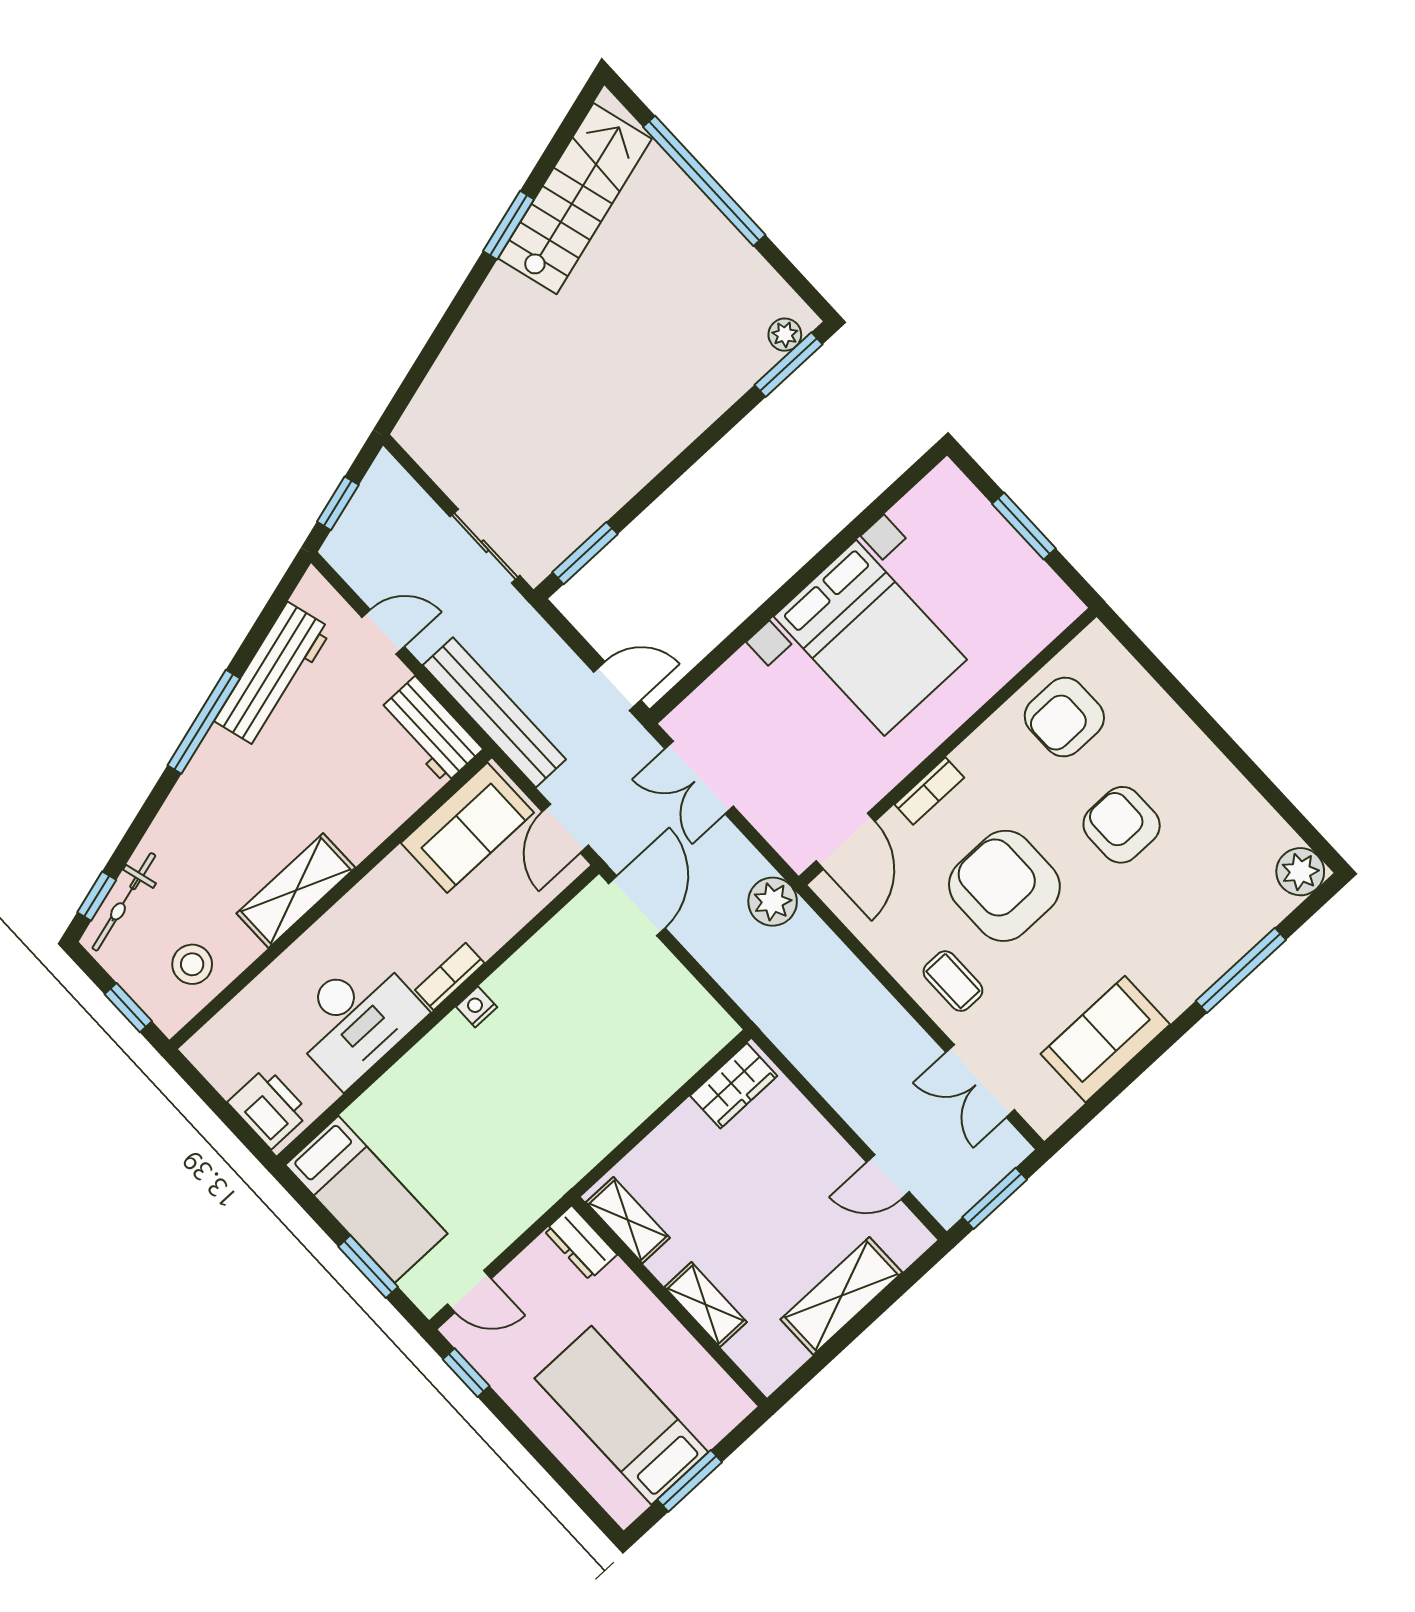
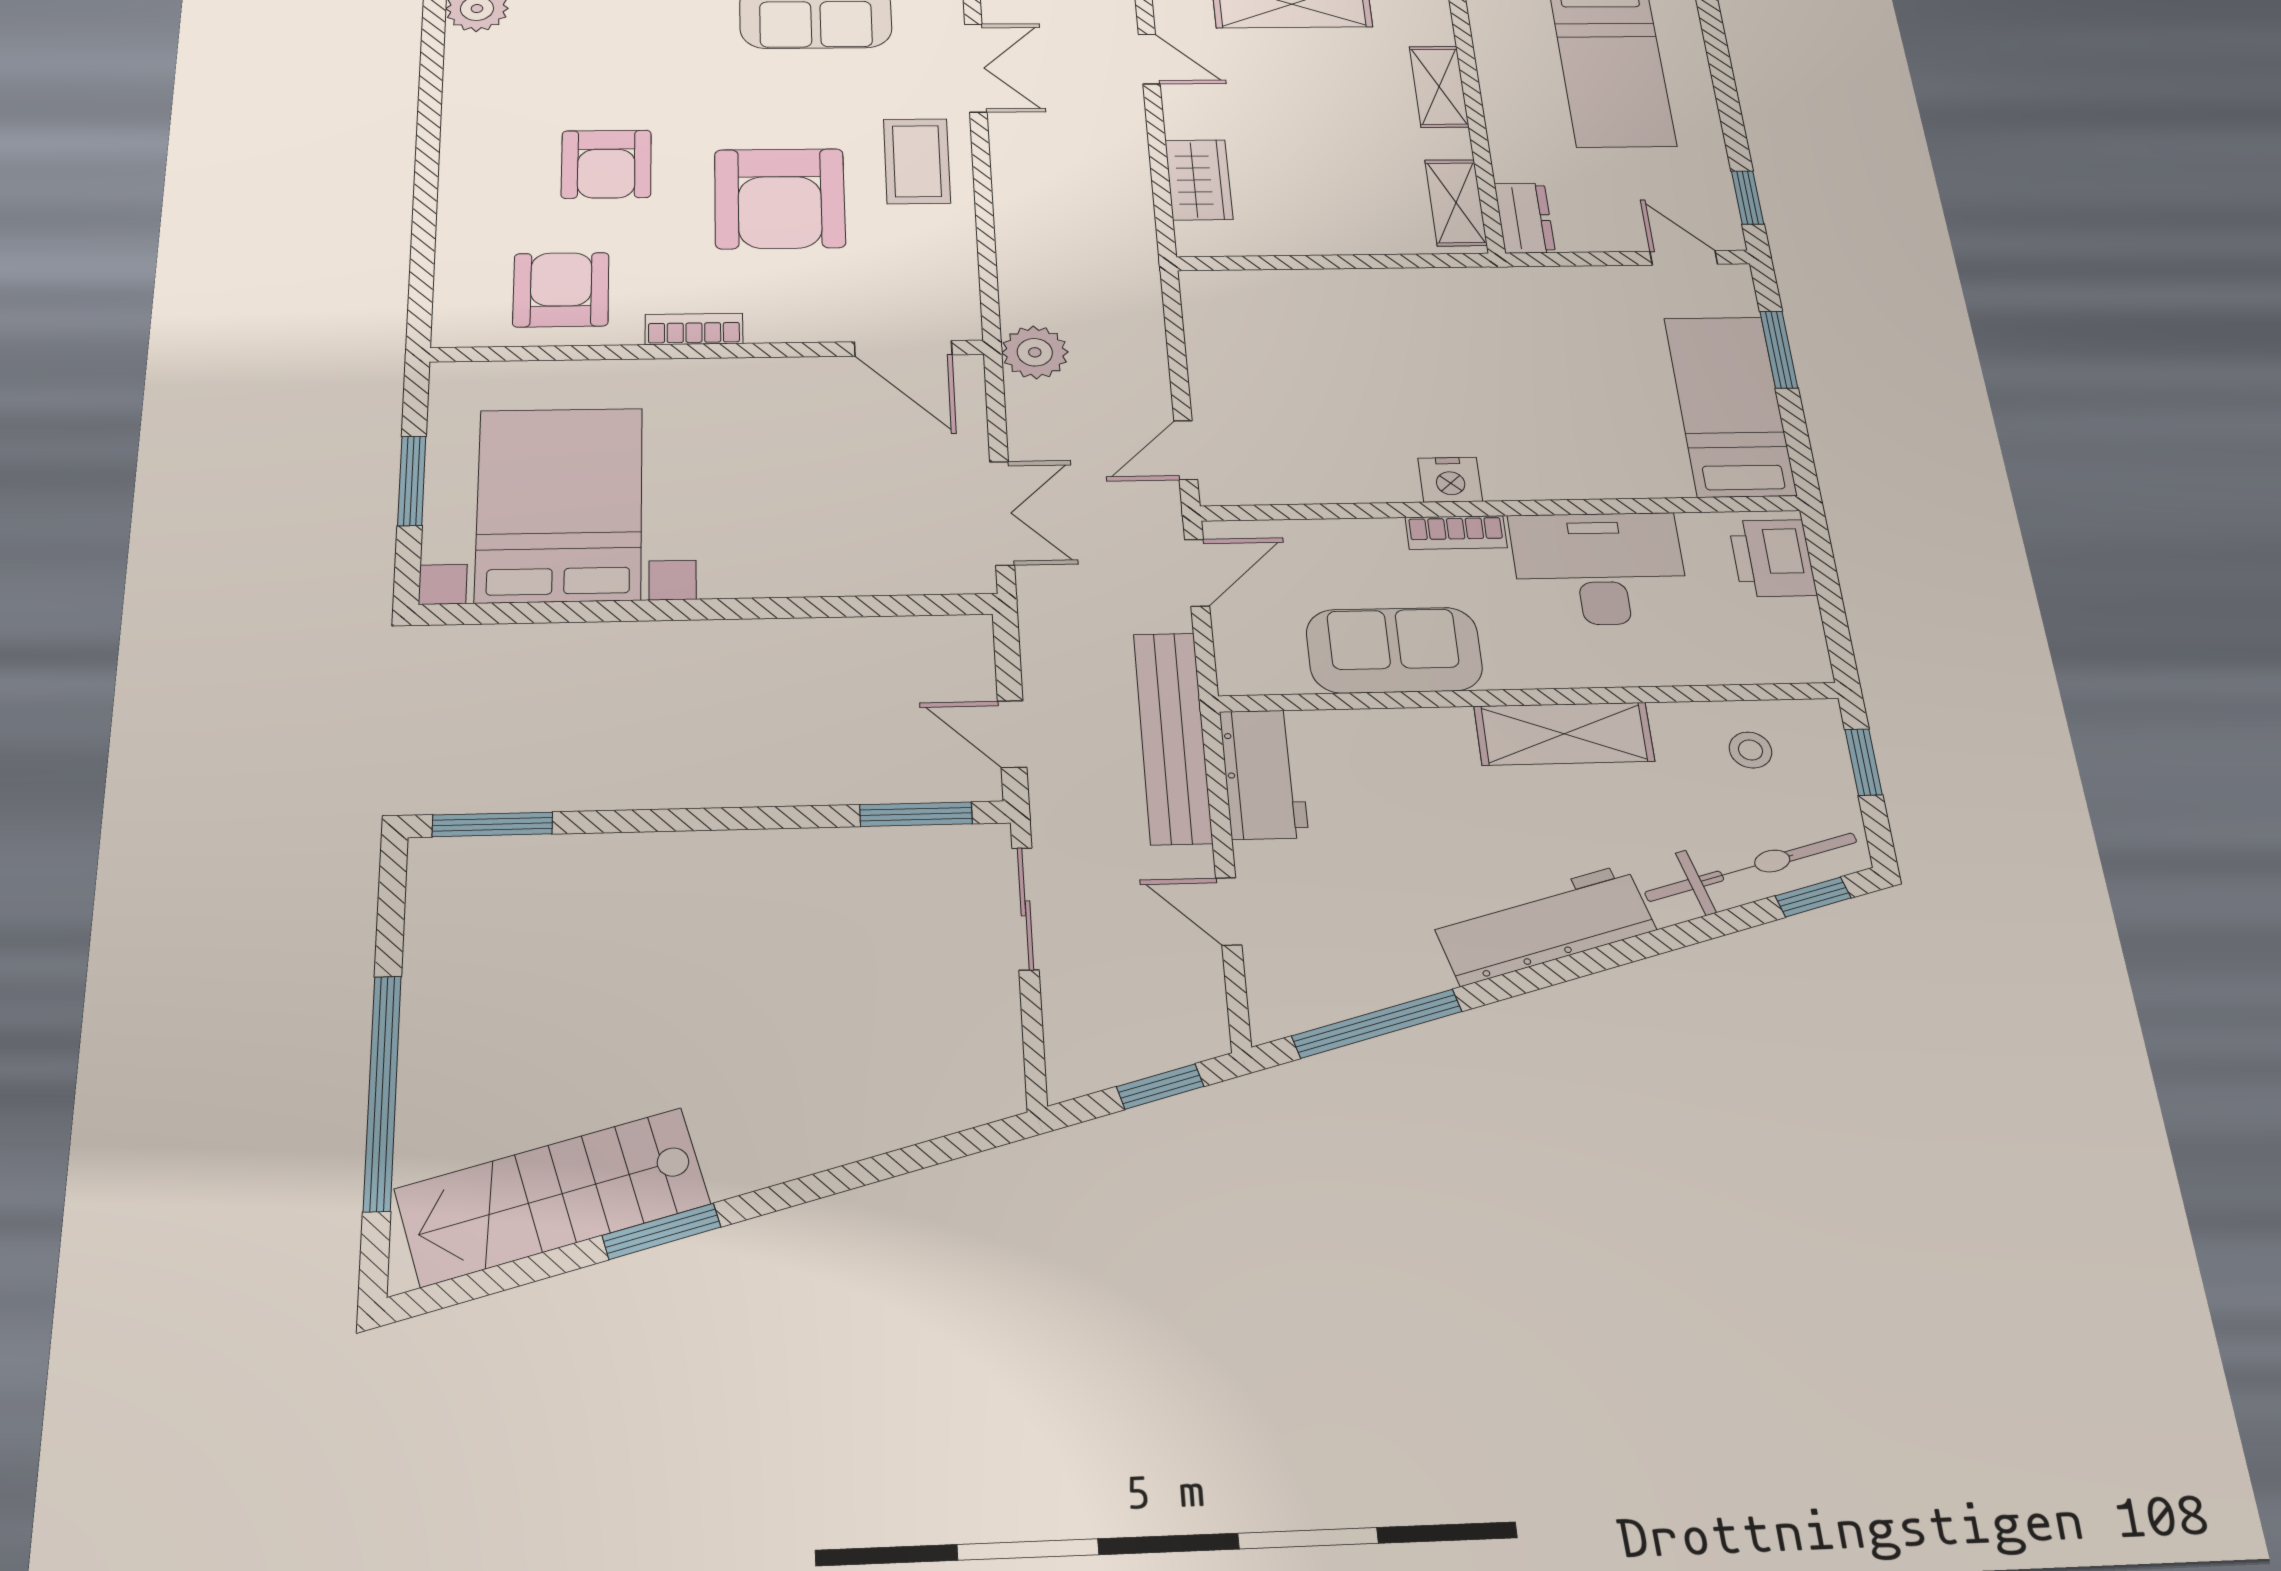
plant: (785, 335) -> (464, 858), removed
bed with nightstands: (870, 638) -> (560, 504), moved
workbench: (273, 675) -> (1544, 925), moved
door: (617, 686) -> (1012, 734), moved
armchair: (1064, 717) -> (561, 290), turned -90
window: (204, 722) -> (1377, 1024), moved
bookcase: (929, 791) -> (694, 329), moved
sofa: (467, 828) -> (1394, 650), moved
door: (845, 841) -> (903, 348), swing flipped
bicycle: (124, 902) -> (1751, 867), width x1.37, depth x1.40
door: (637, 906) -> (1186, 450), width x0.73
stool: (192, 964) -> (1750, 750), width x0.73, depth x0.73
coffee table: (953, 981) -> (917, 161), width x1.36, depth x1.30
nightstand: (477, 1007) -> (1450, 480), width x1.39, depth x1.35
wardrobe: (734, 1086) -> (1199, 180), moved, turned 90

